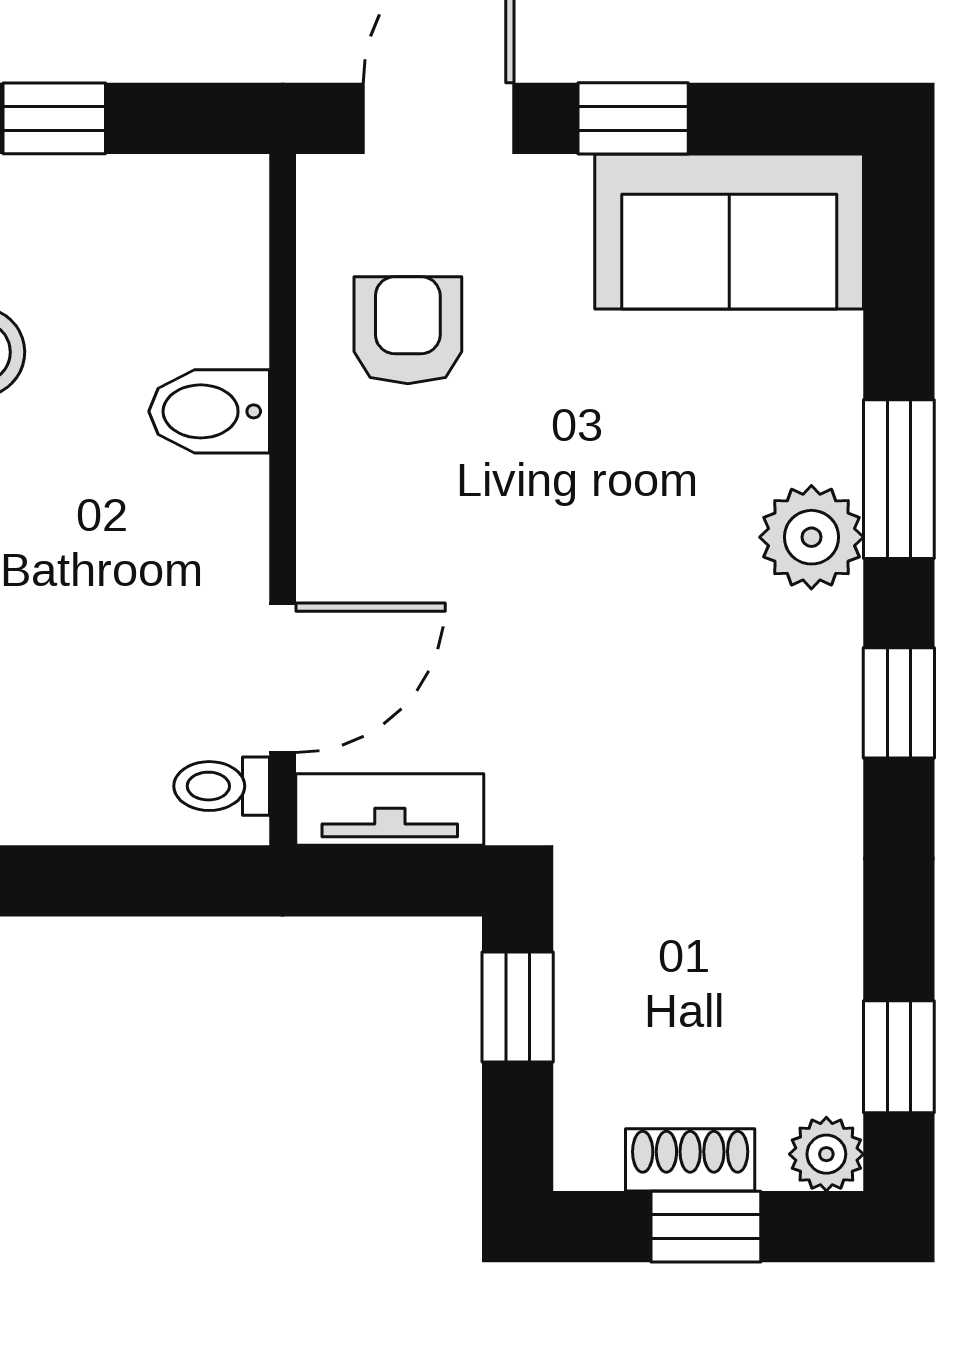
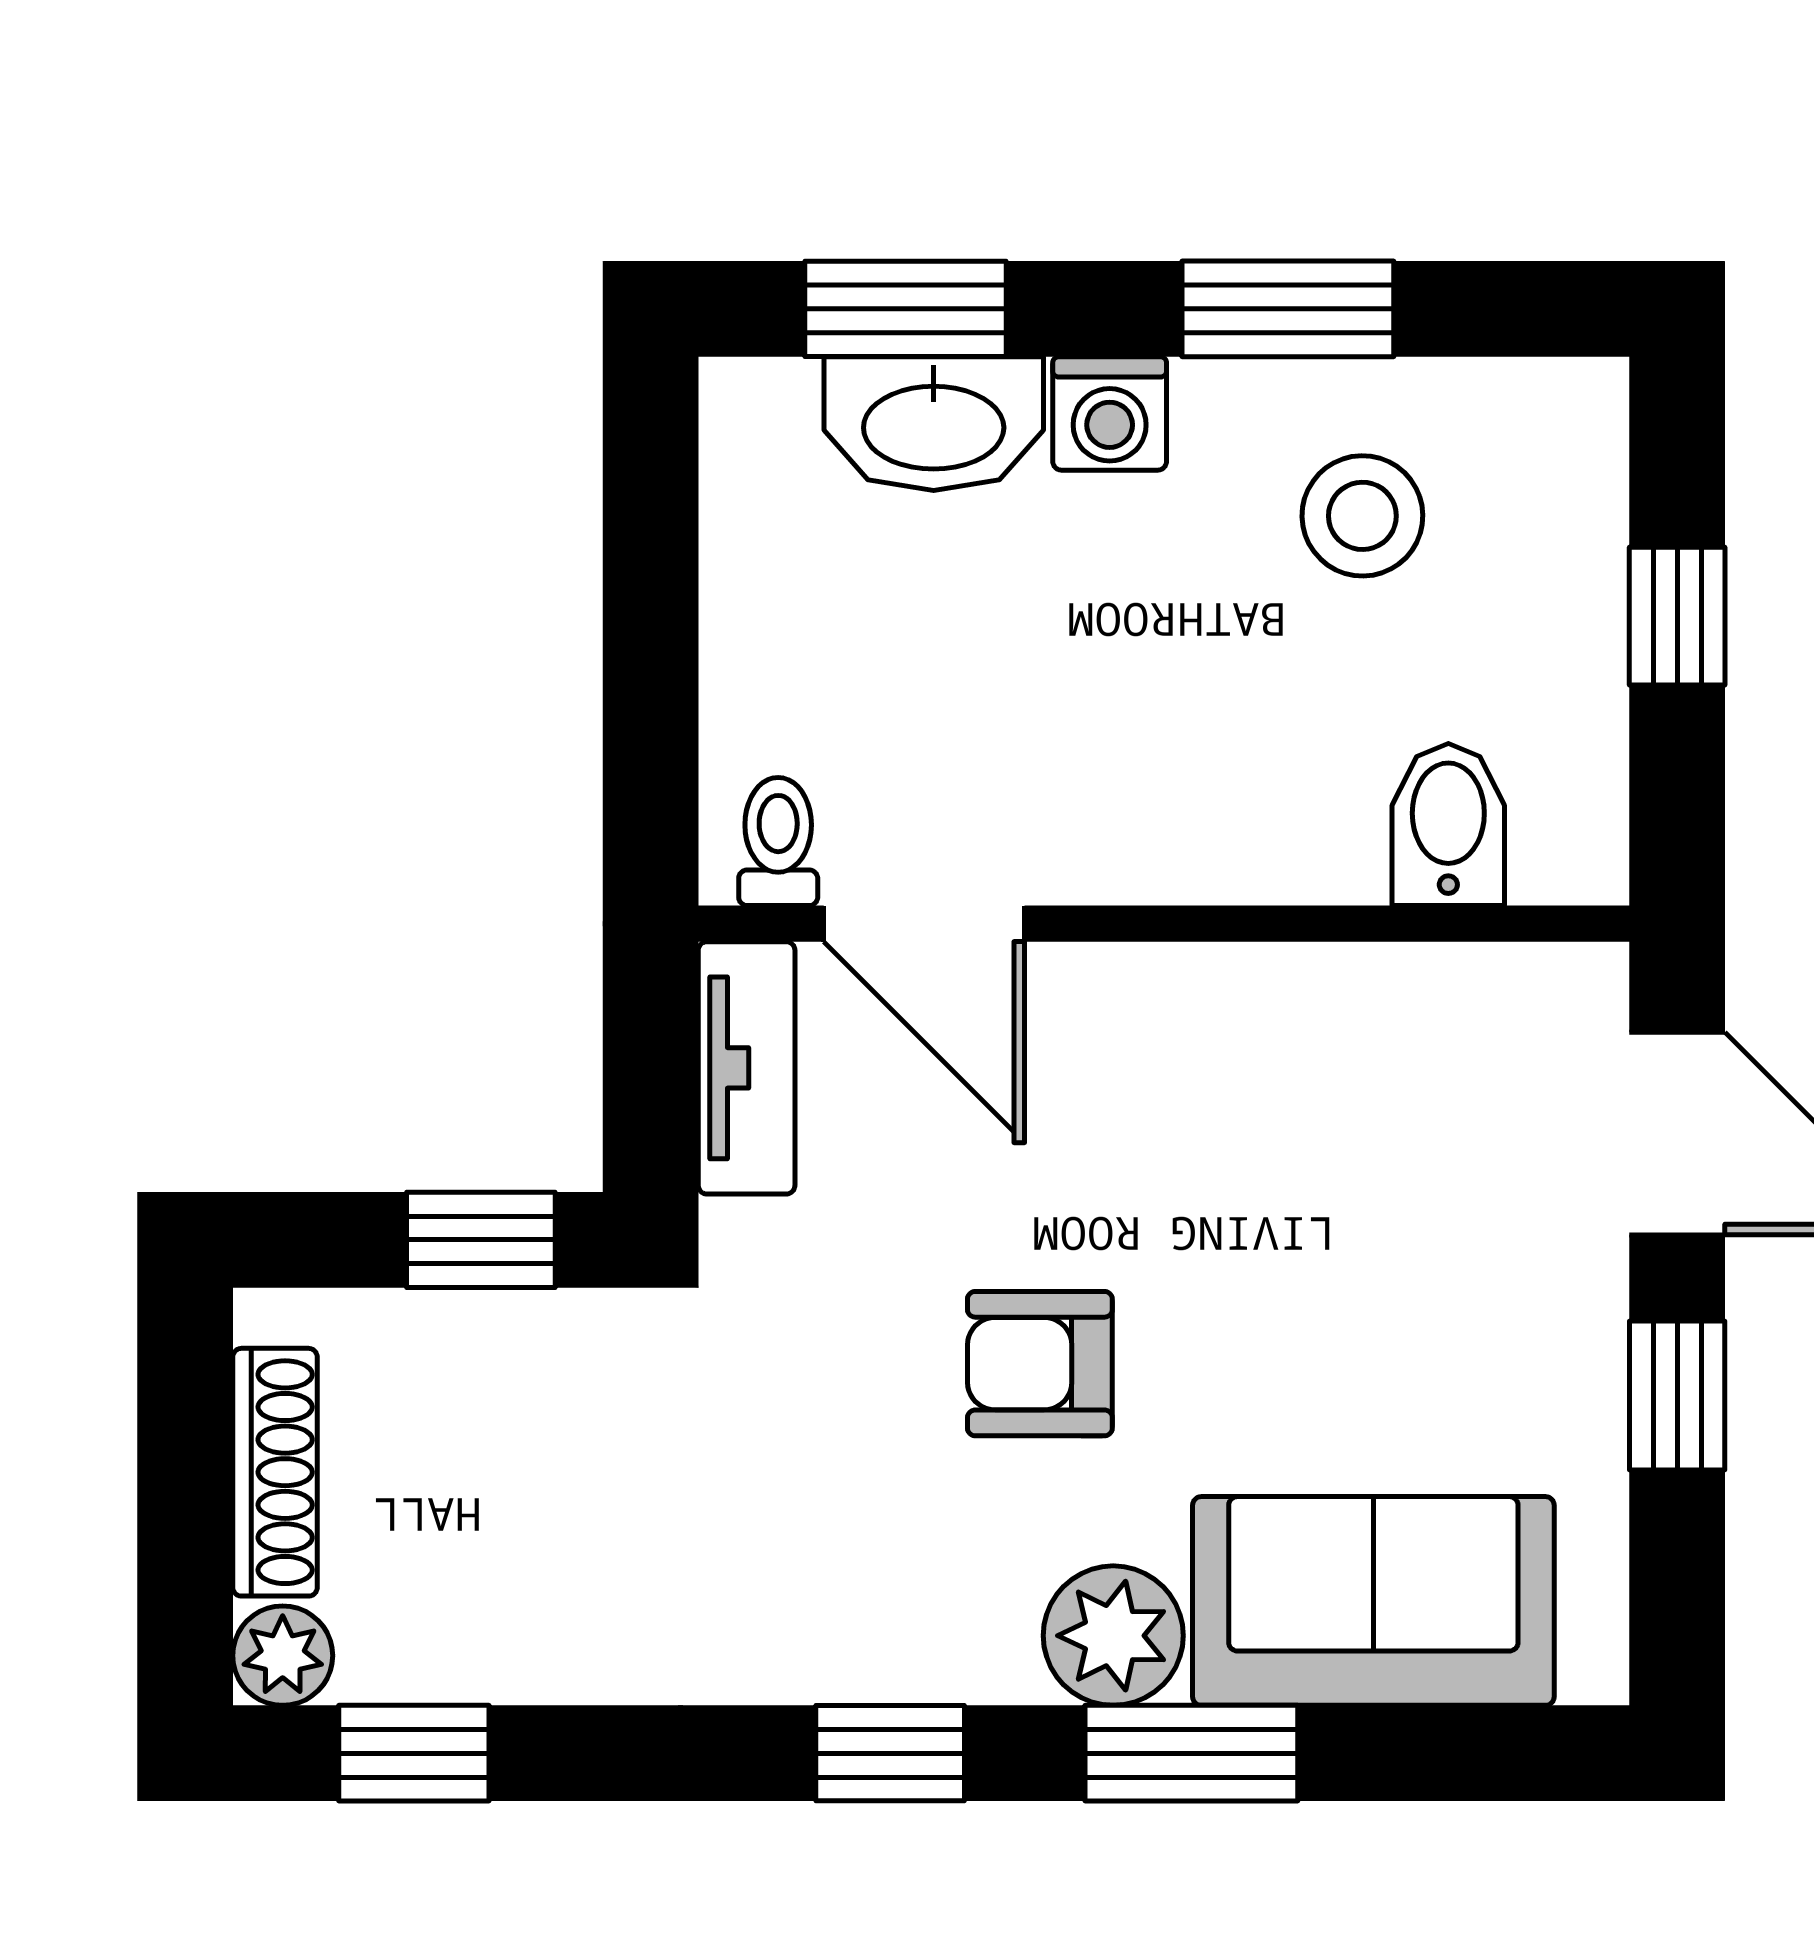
sofa: (729, 231) -> (1373, 1601), moved, turned 90
armchair: (408, 330) -> (1040, 1364), moved, turned 180
bidet: (209, 411) -> (1448, 825), moved
shoe rack: (690, 1160) -> (275, 1472), width x1.43
window: (706, 1227) -> (185, 1493), removed

